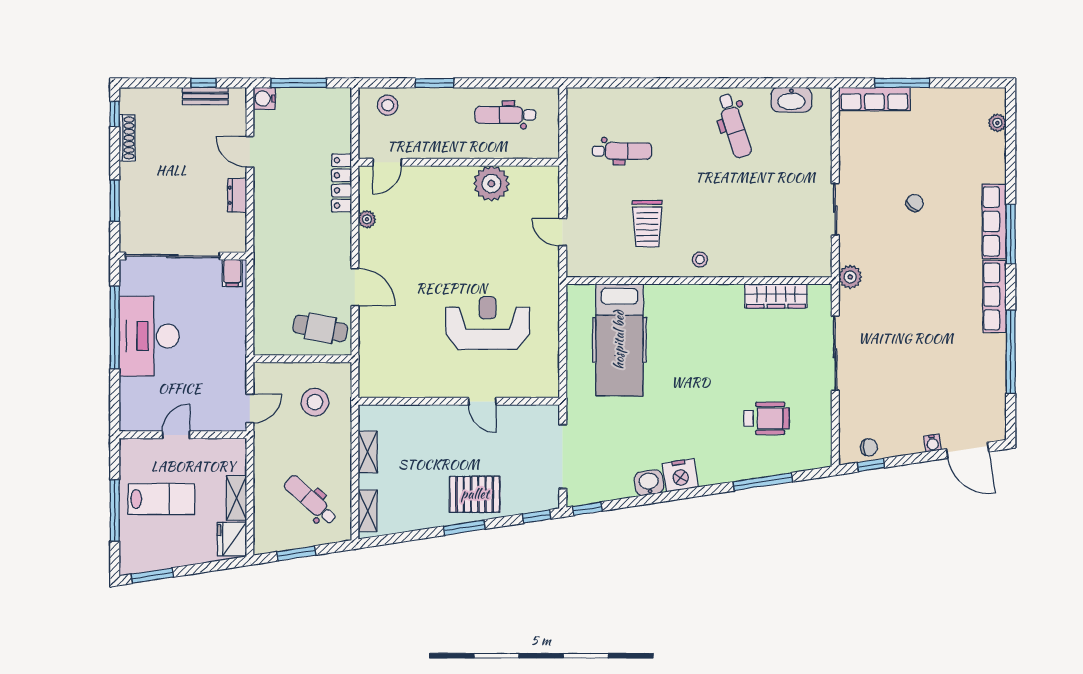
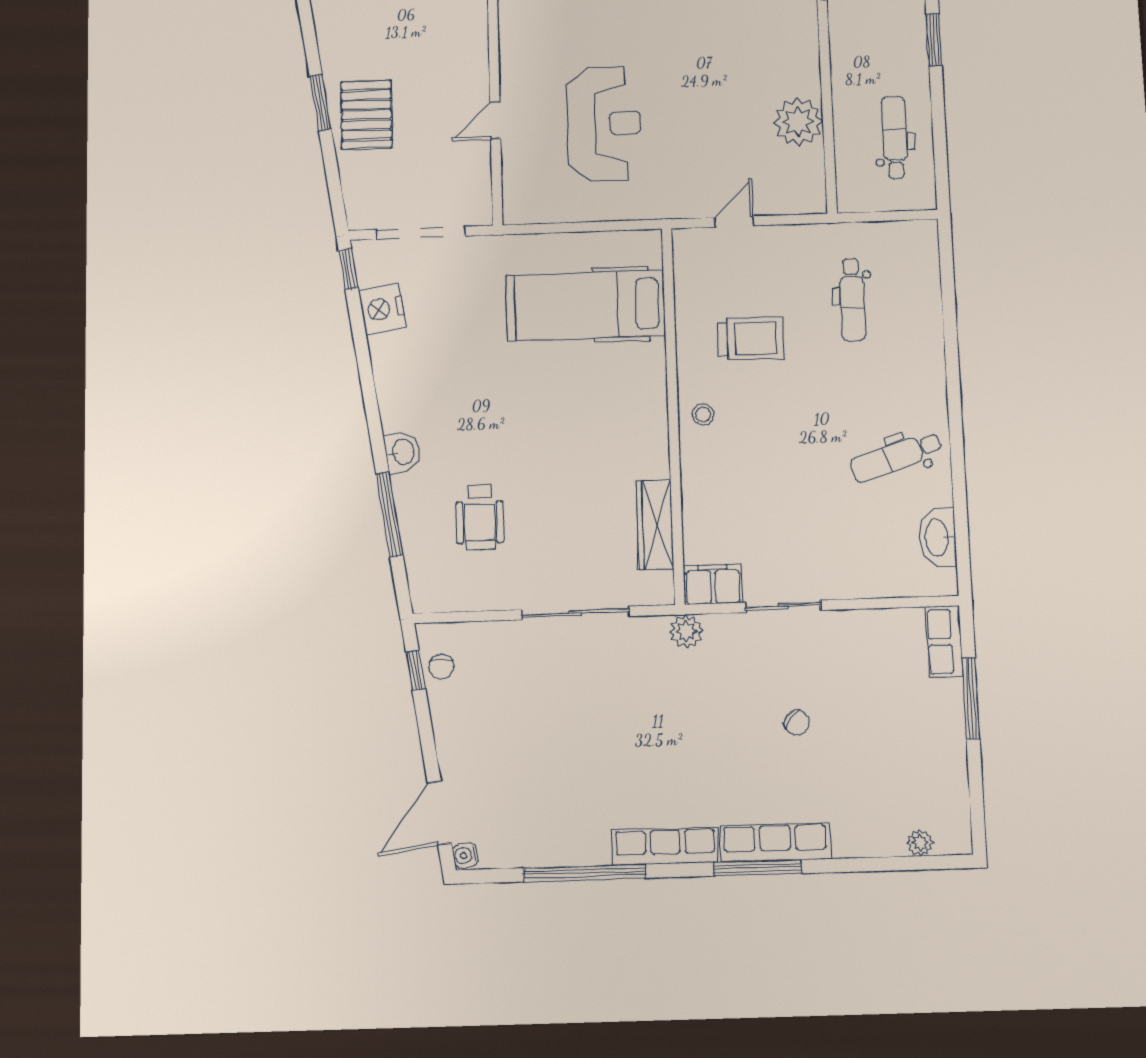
row of seats: (874, 99) -> (944, 642), width x0.68
trolley: (647, 224) -> (751, 338), turned 180
filing cabinet: (818, 257) -> (713, 584), added
water cooler: (932, 443) -> (465, 855), moved
nightstand: (680, 475) -> (382, 309), moved
washbasin: (649, 483) -> (403, 452), moved
window: (537, 517) -> (337, 200), removed

